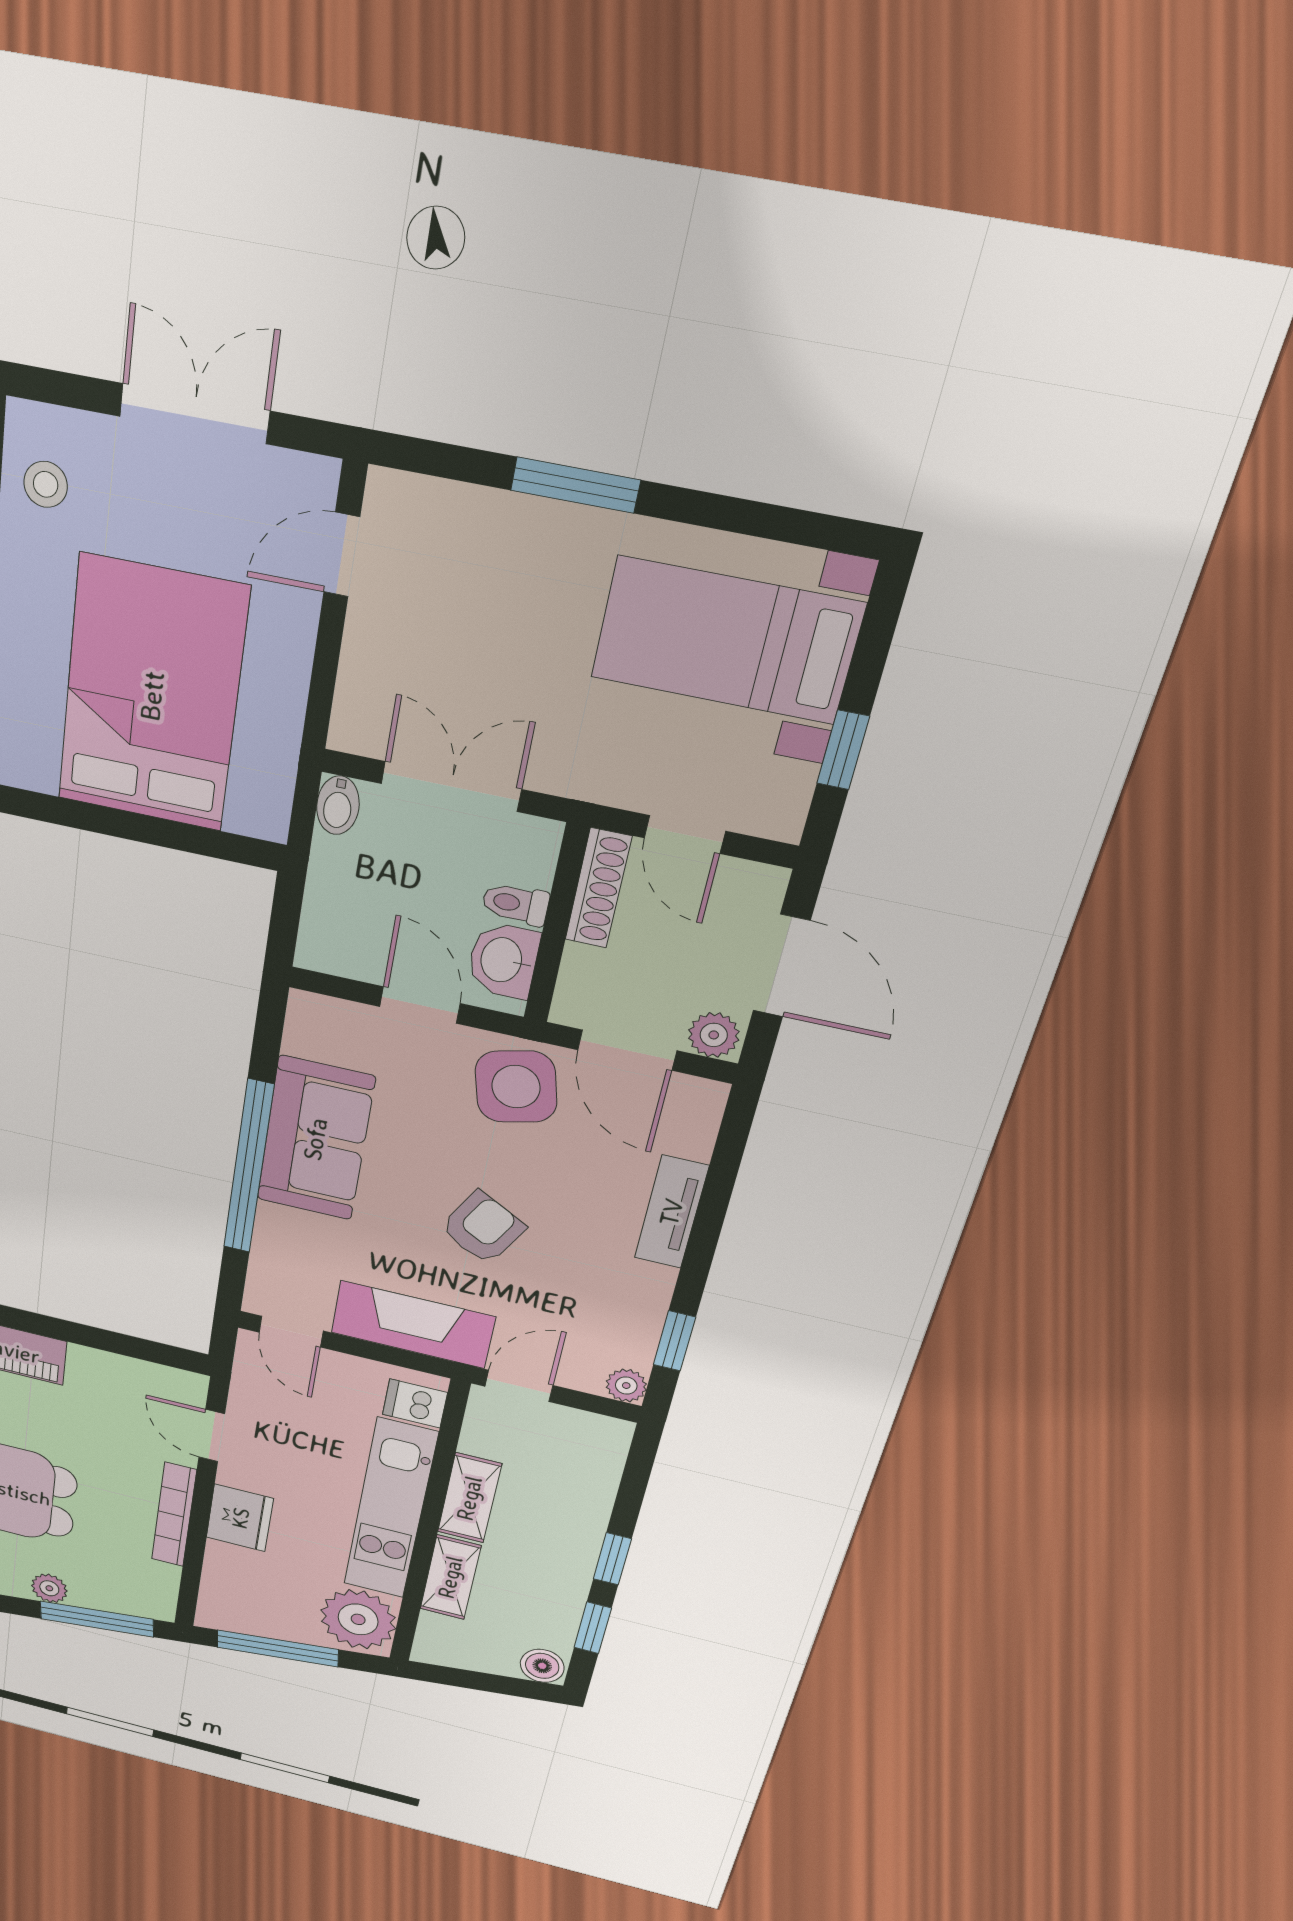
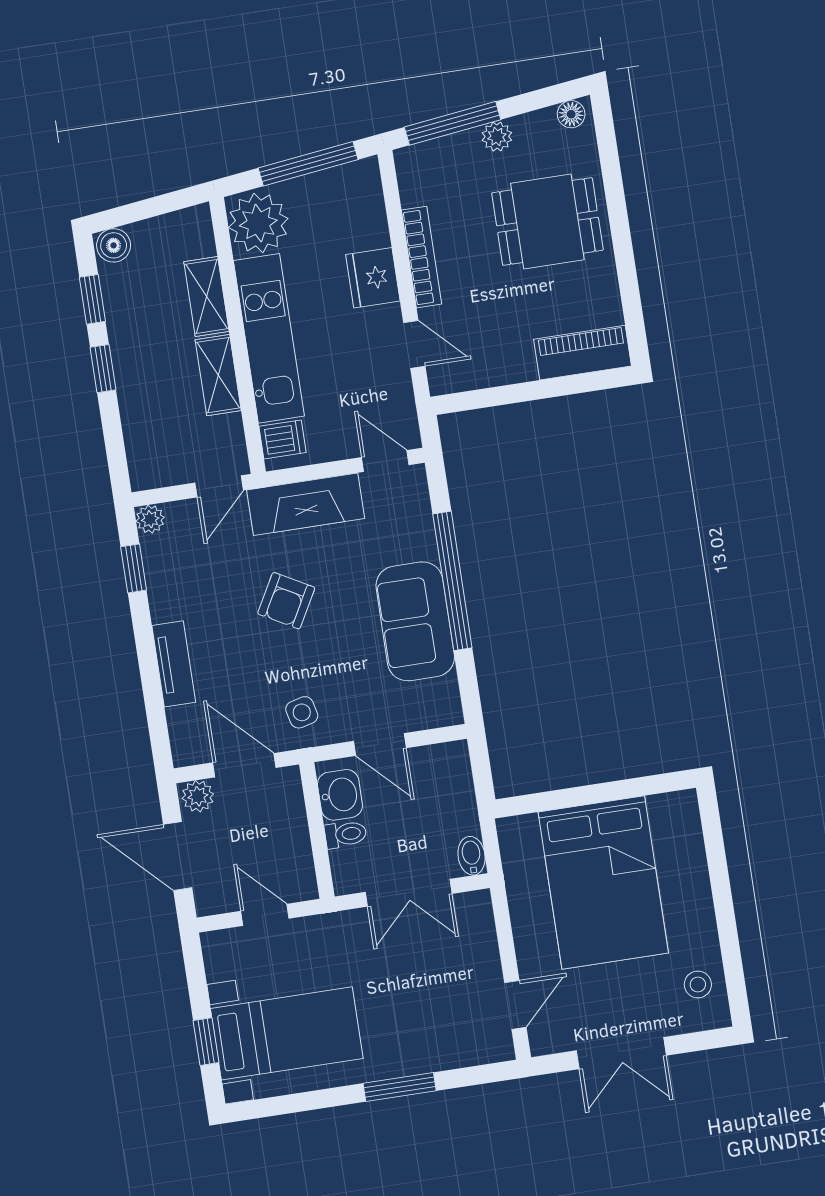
window: (843, 750) -> (206, 1042), moved
shoe rack: (598, 888) -> (301, 863), removed
side table: (516, 1087) -> (302, 712), width x0.54, depth x0.54

